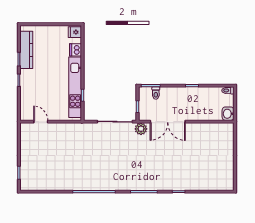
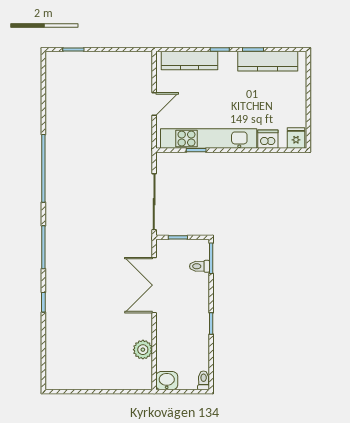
kitchen counter: (26, 99) -> (189, 61), added
door: (41, 122) -> (154, 104), moved
plant: (141, 129) -> (143, 350), moved

